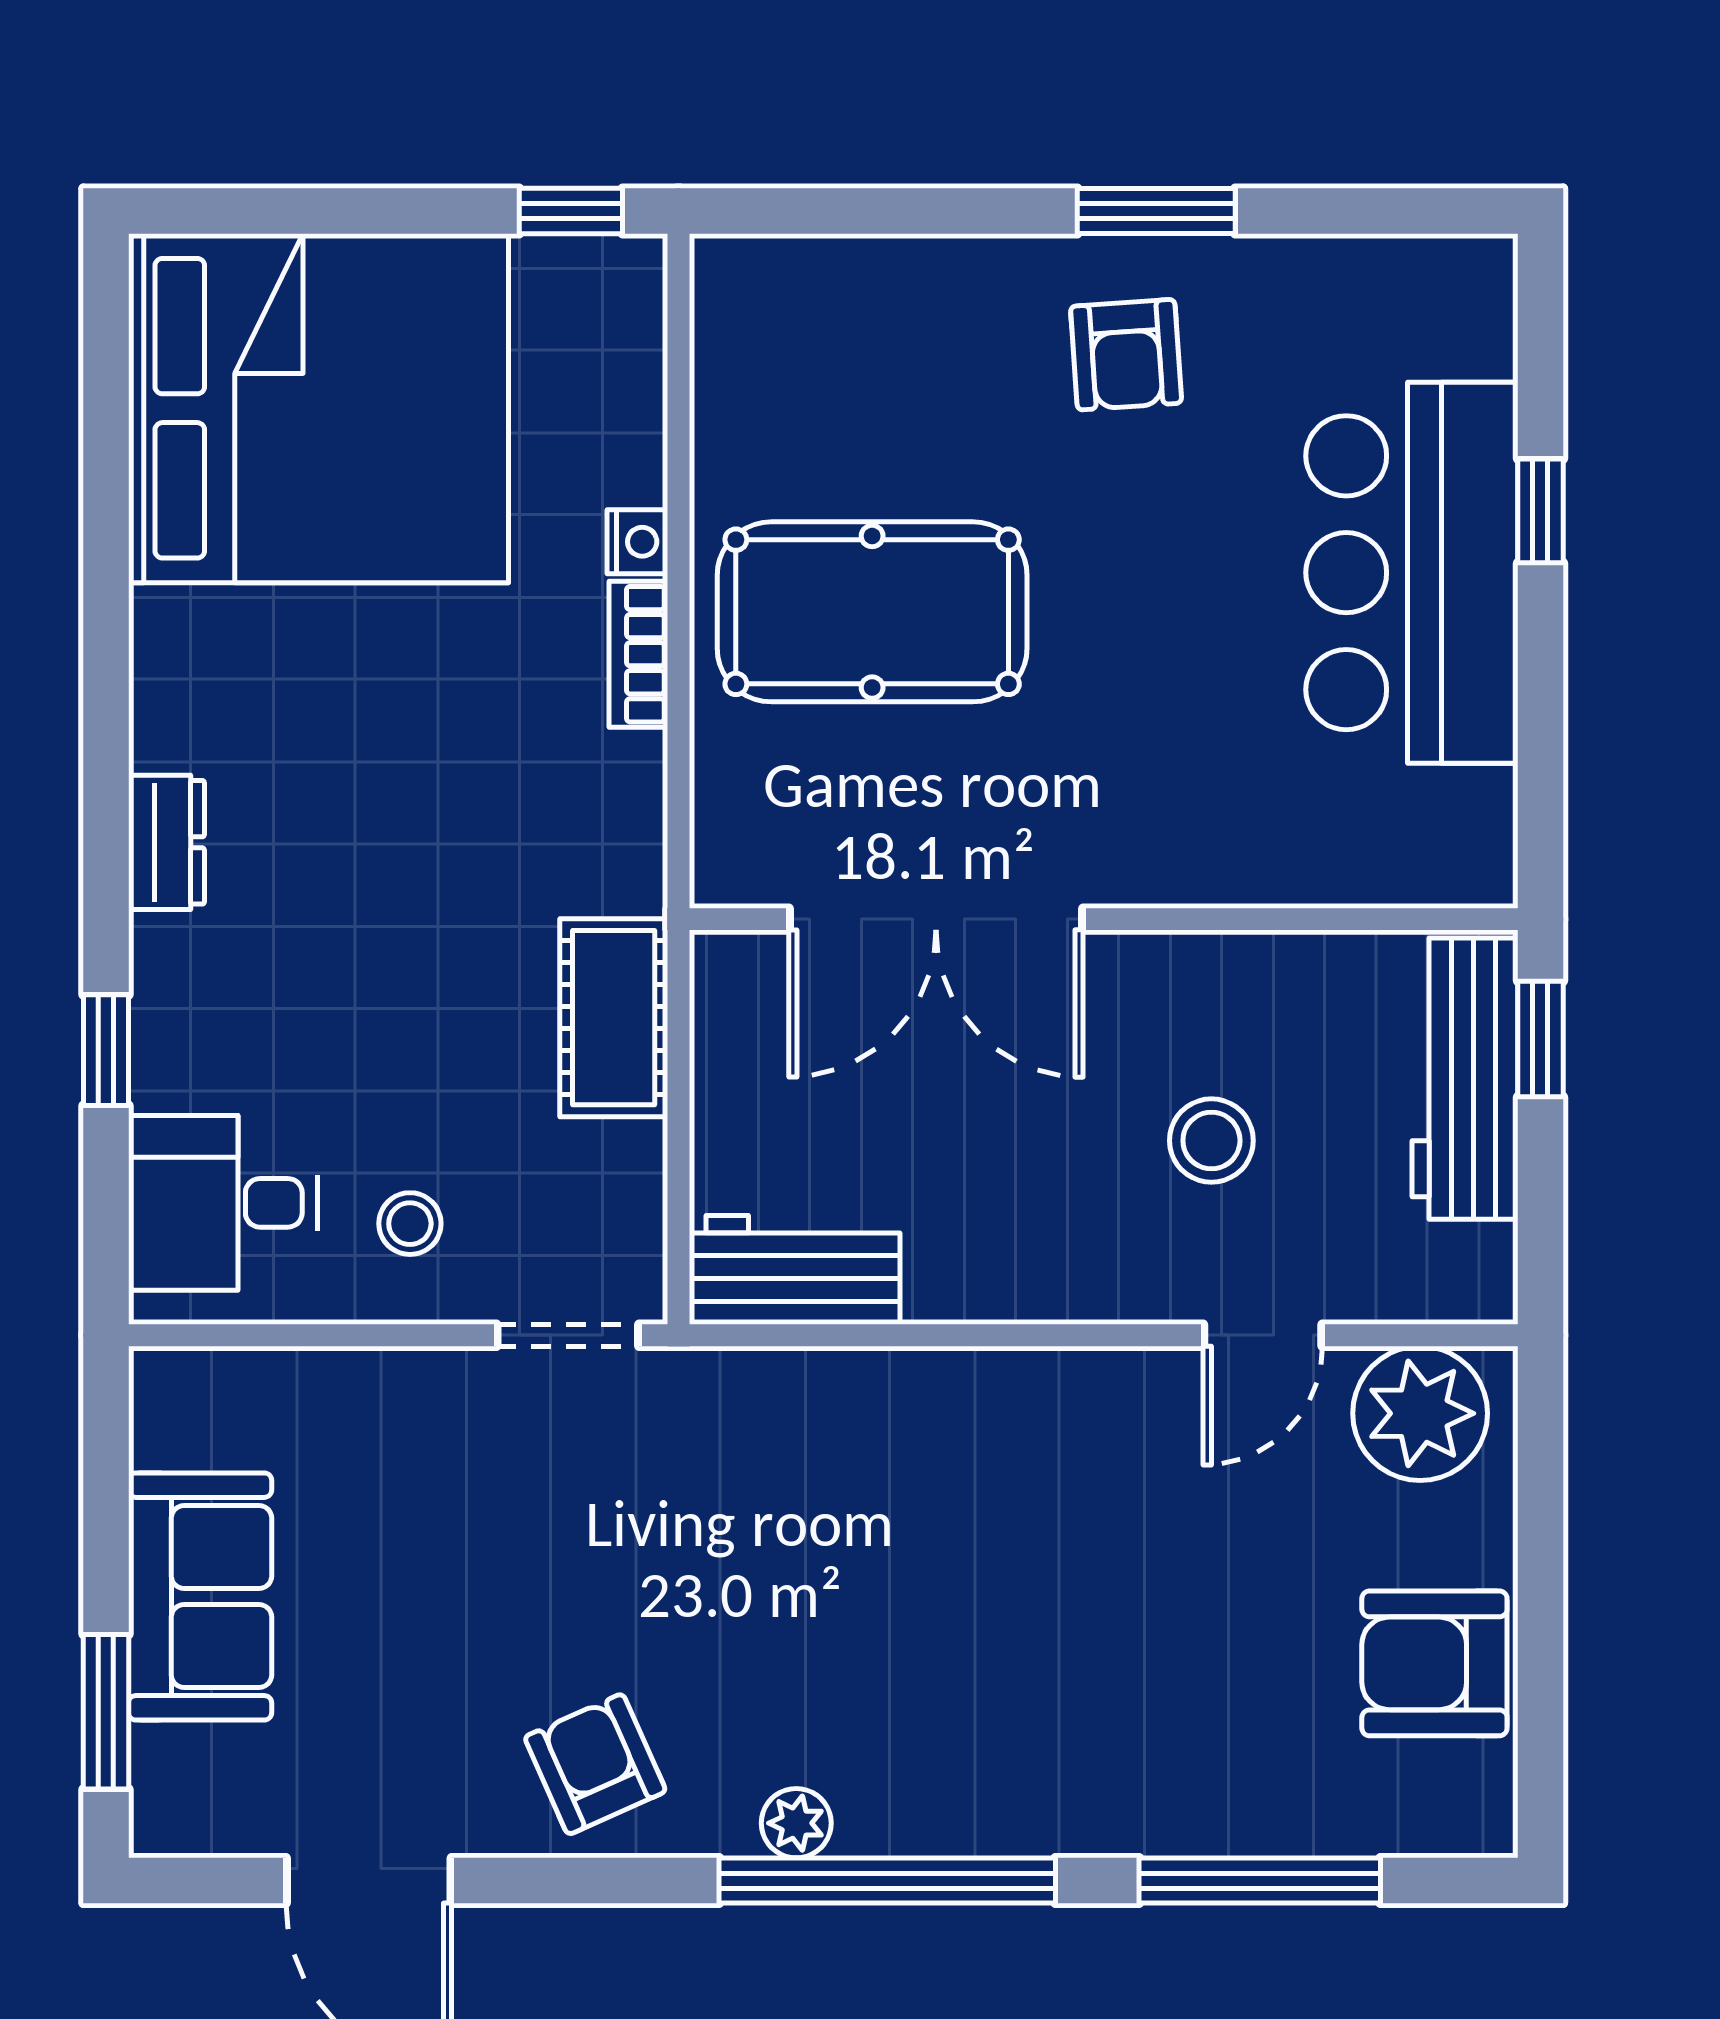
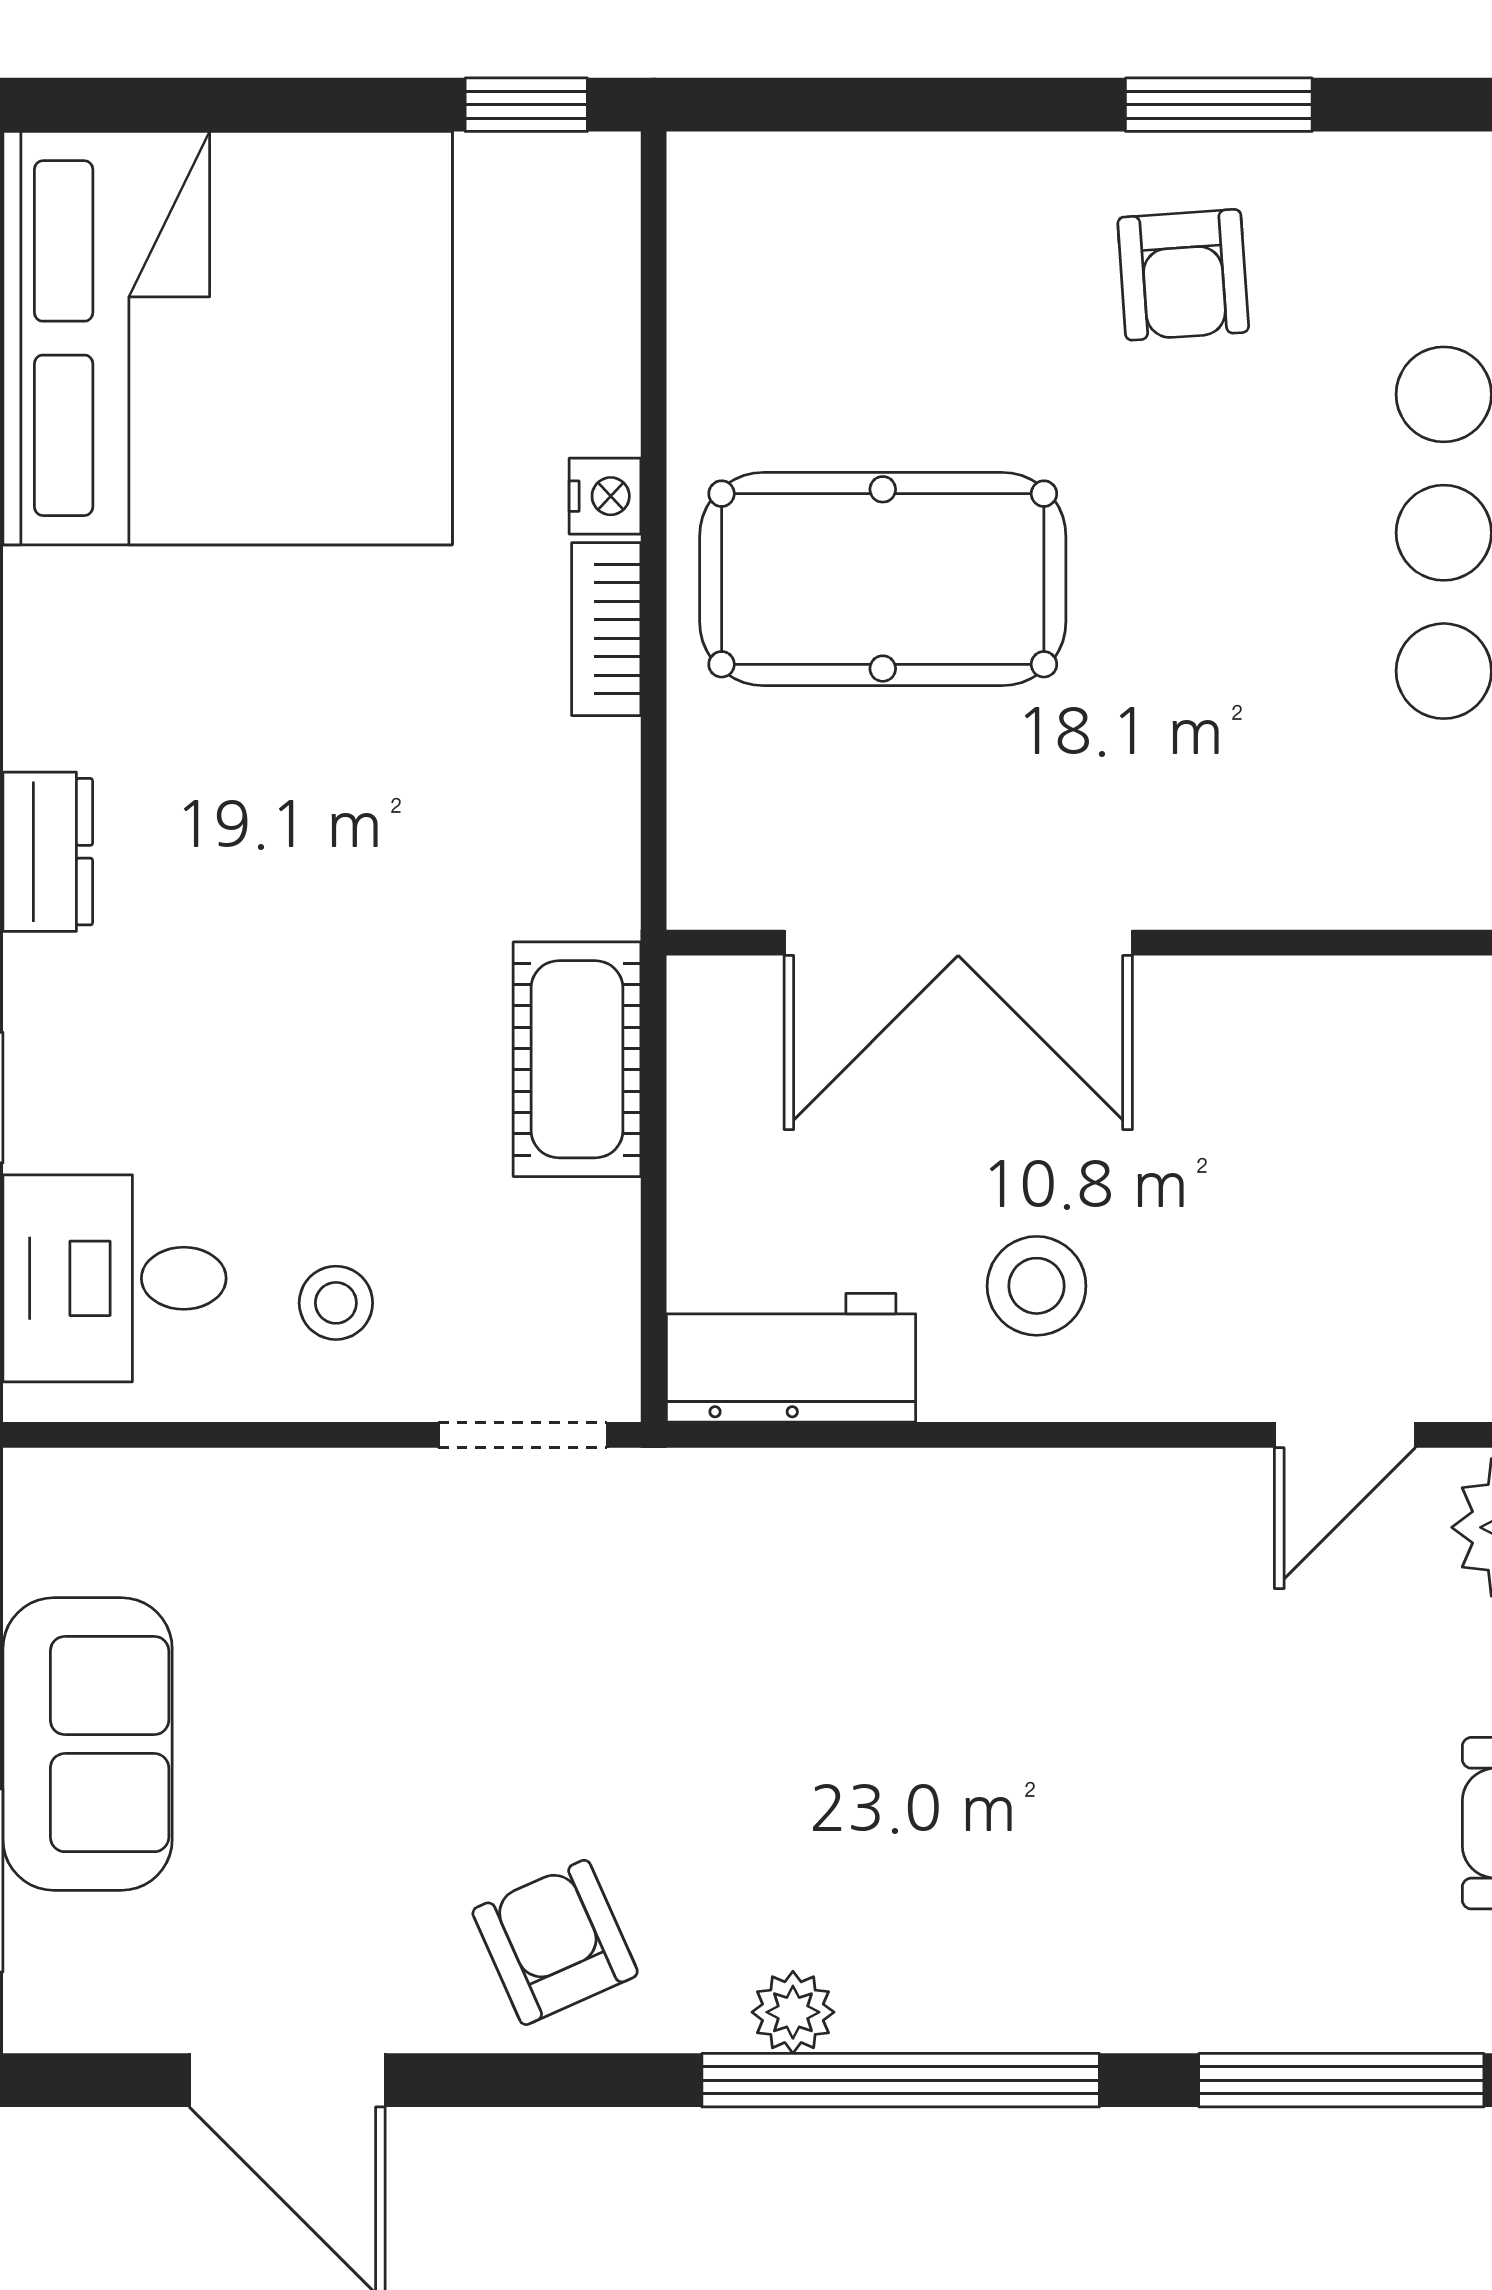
stool: (1211, 1141) -> (1037, 1286), moved

